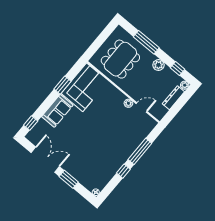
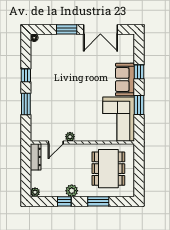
window: (146, 42) -> (98, 201), width x0.69
window: (178, 68) -> (64, 201), moved
dresser: (173, 98) -> (36, 157), moved
window: (31, 123) -> (139, 72), moved
window: (140, 151) -> (26, 104), width x0.69

